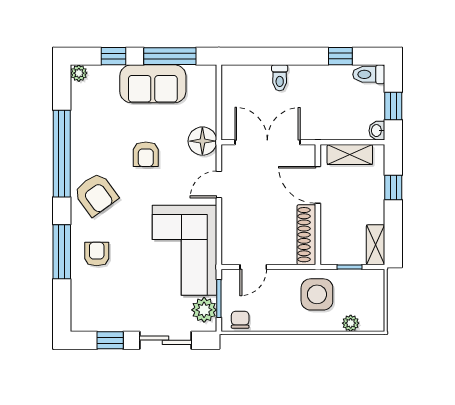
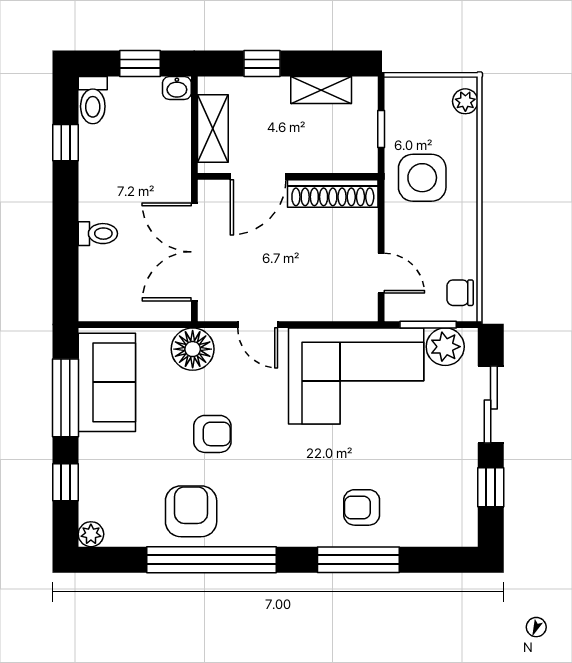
sofa: (153, 84) -> (107, 382), moved
armchair: (96, 194) -> (191, 511), moved, turned -54
shelving: (376, 245) -> (321, 90), moved
plant: (351, 323) -> (465, 101), moved

